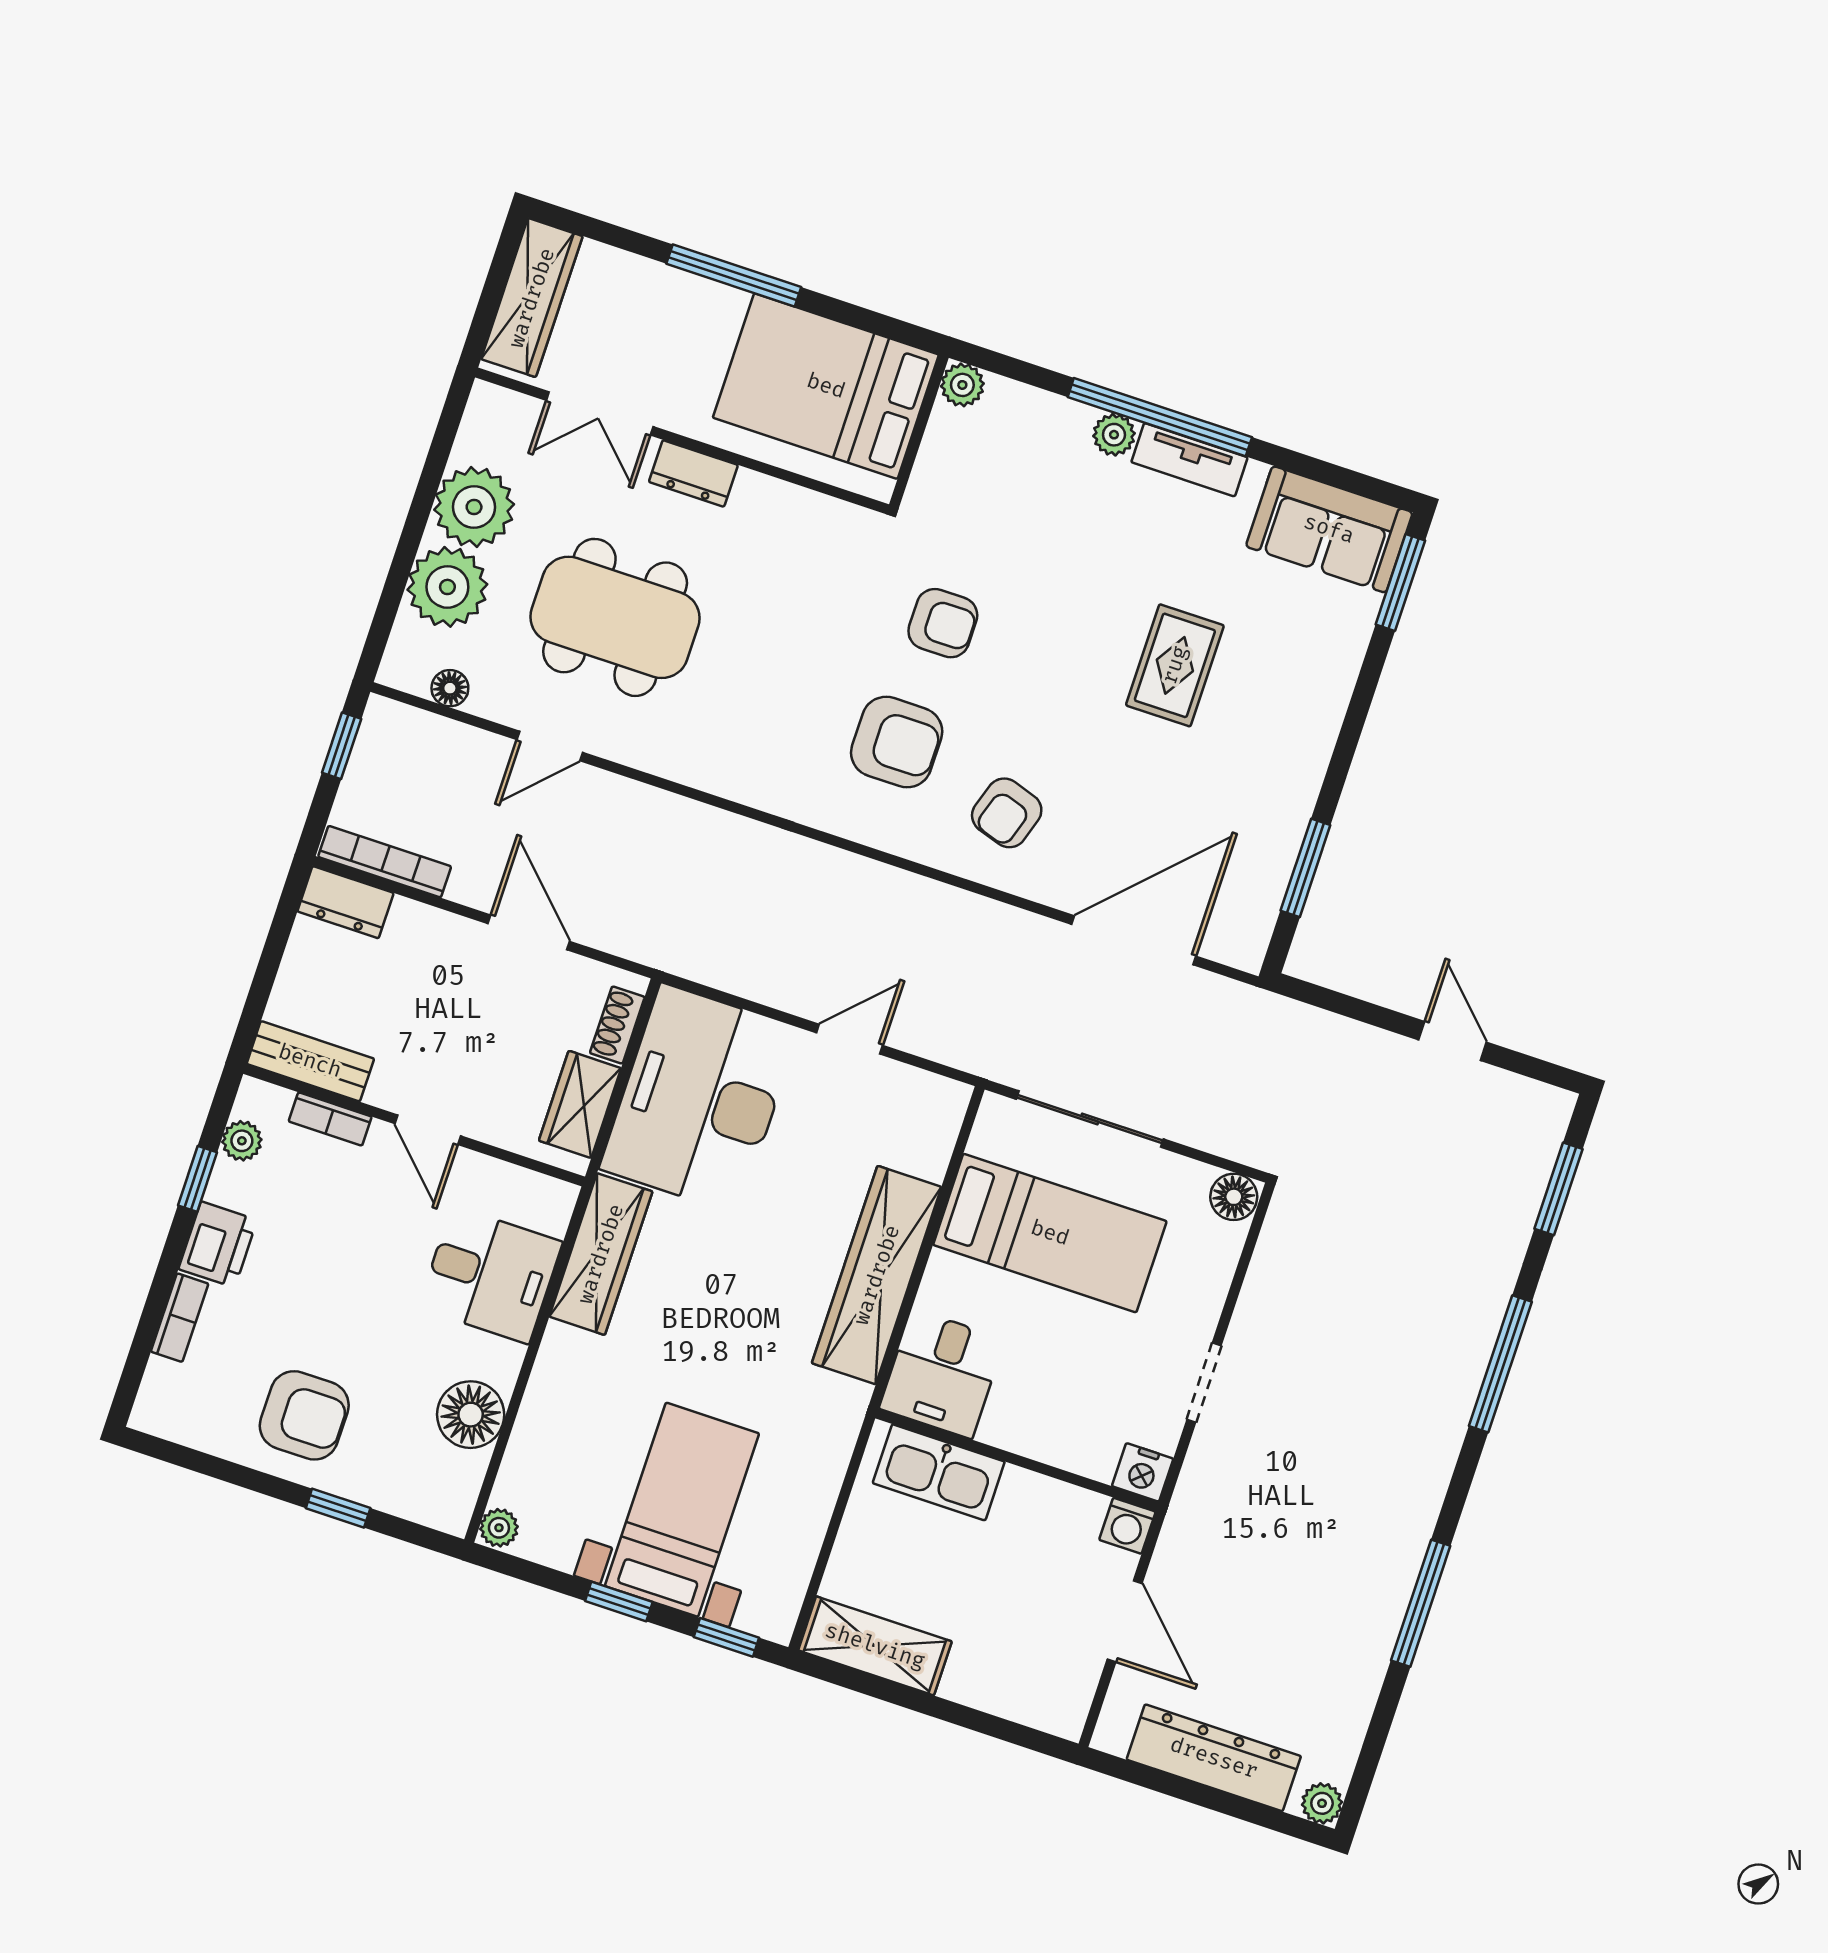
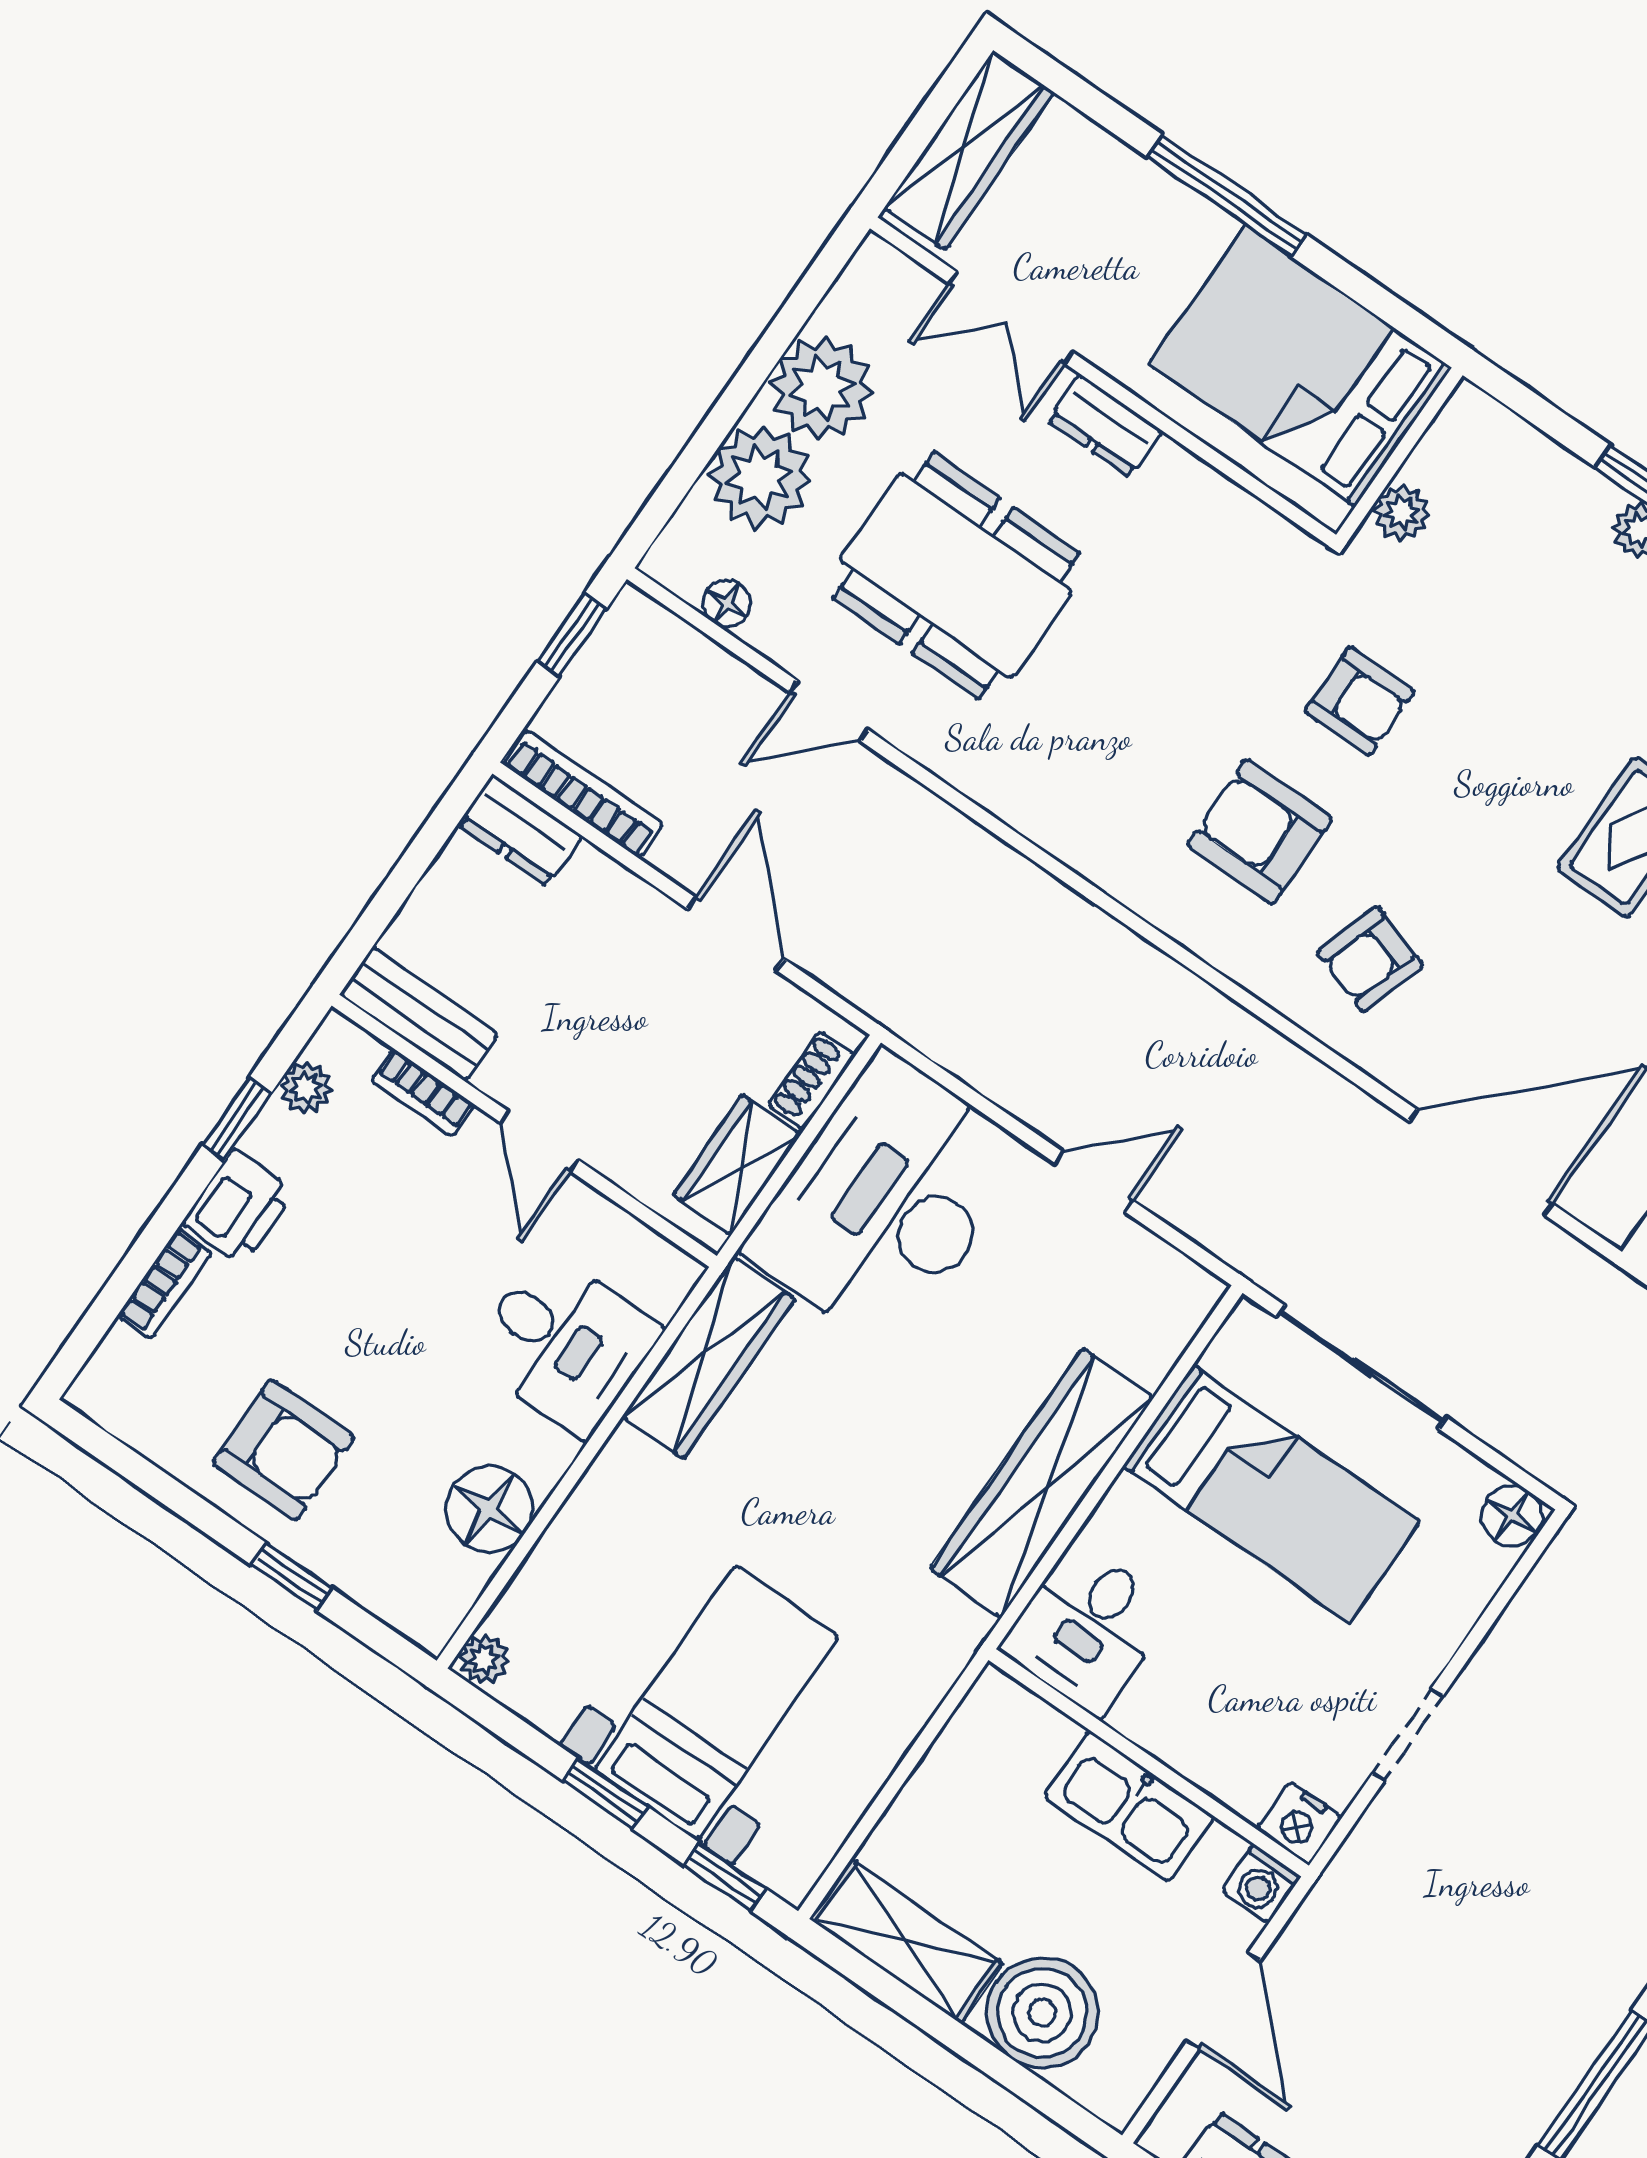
plant: (962, 385) -> (1401, 512), moved
armchair: (897, 742) -> (1259, 831), turned 180
kitchen sink: (939, 1472) -> (1129, 1806), moved
boiler: (992, 1670) -> (1042, 2013), added

